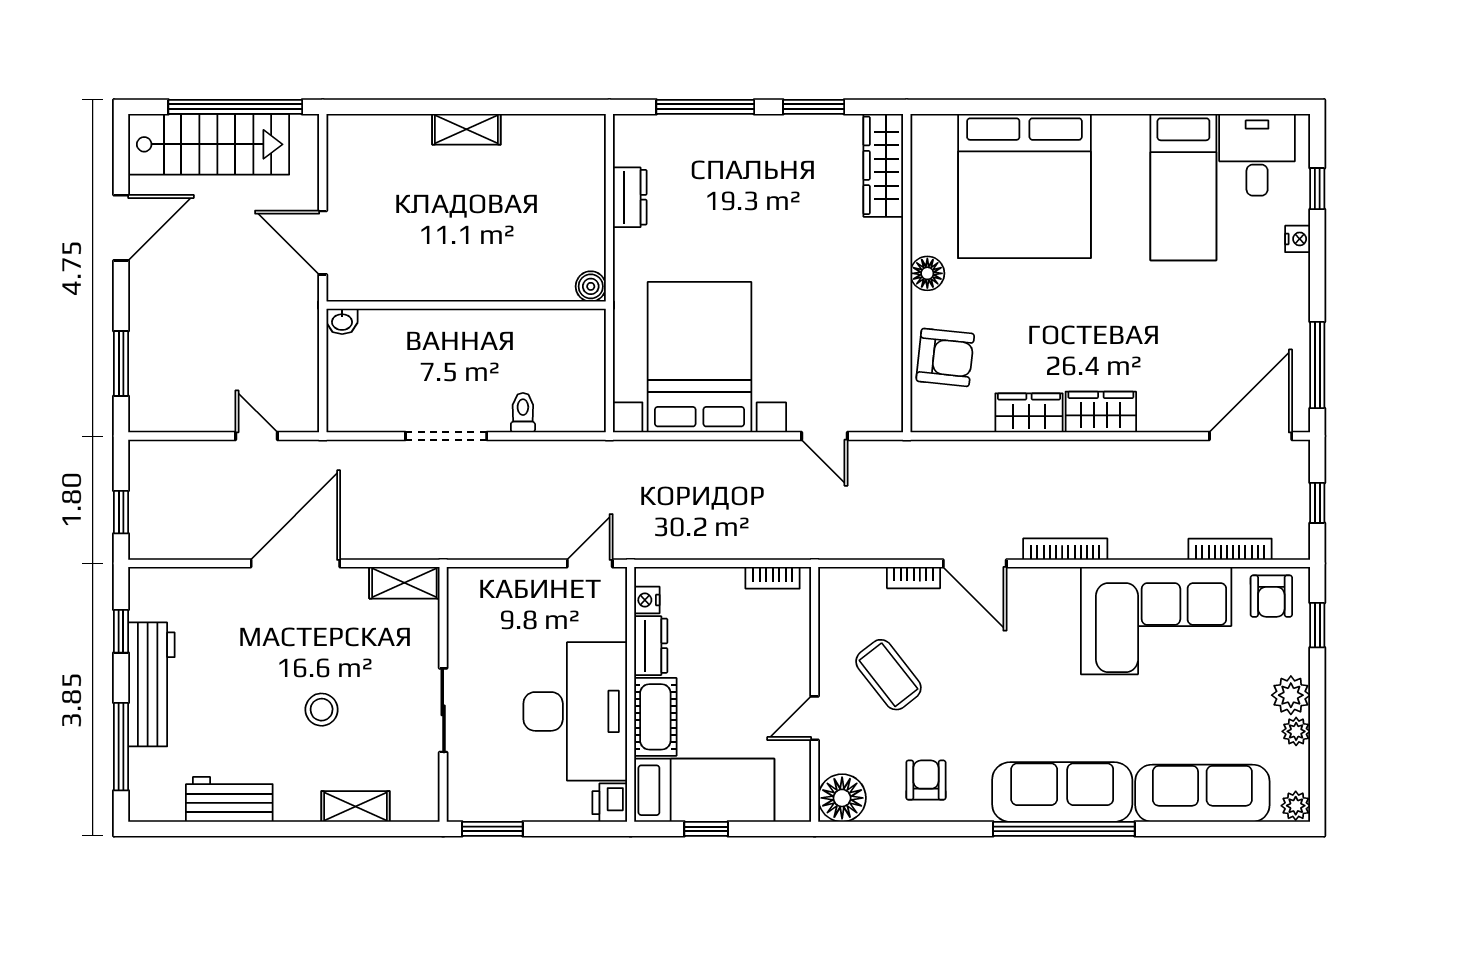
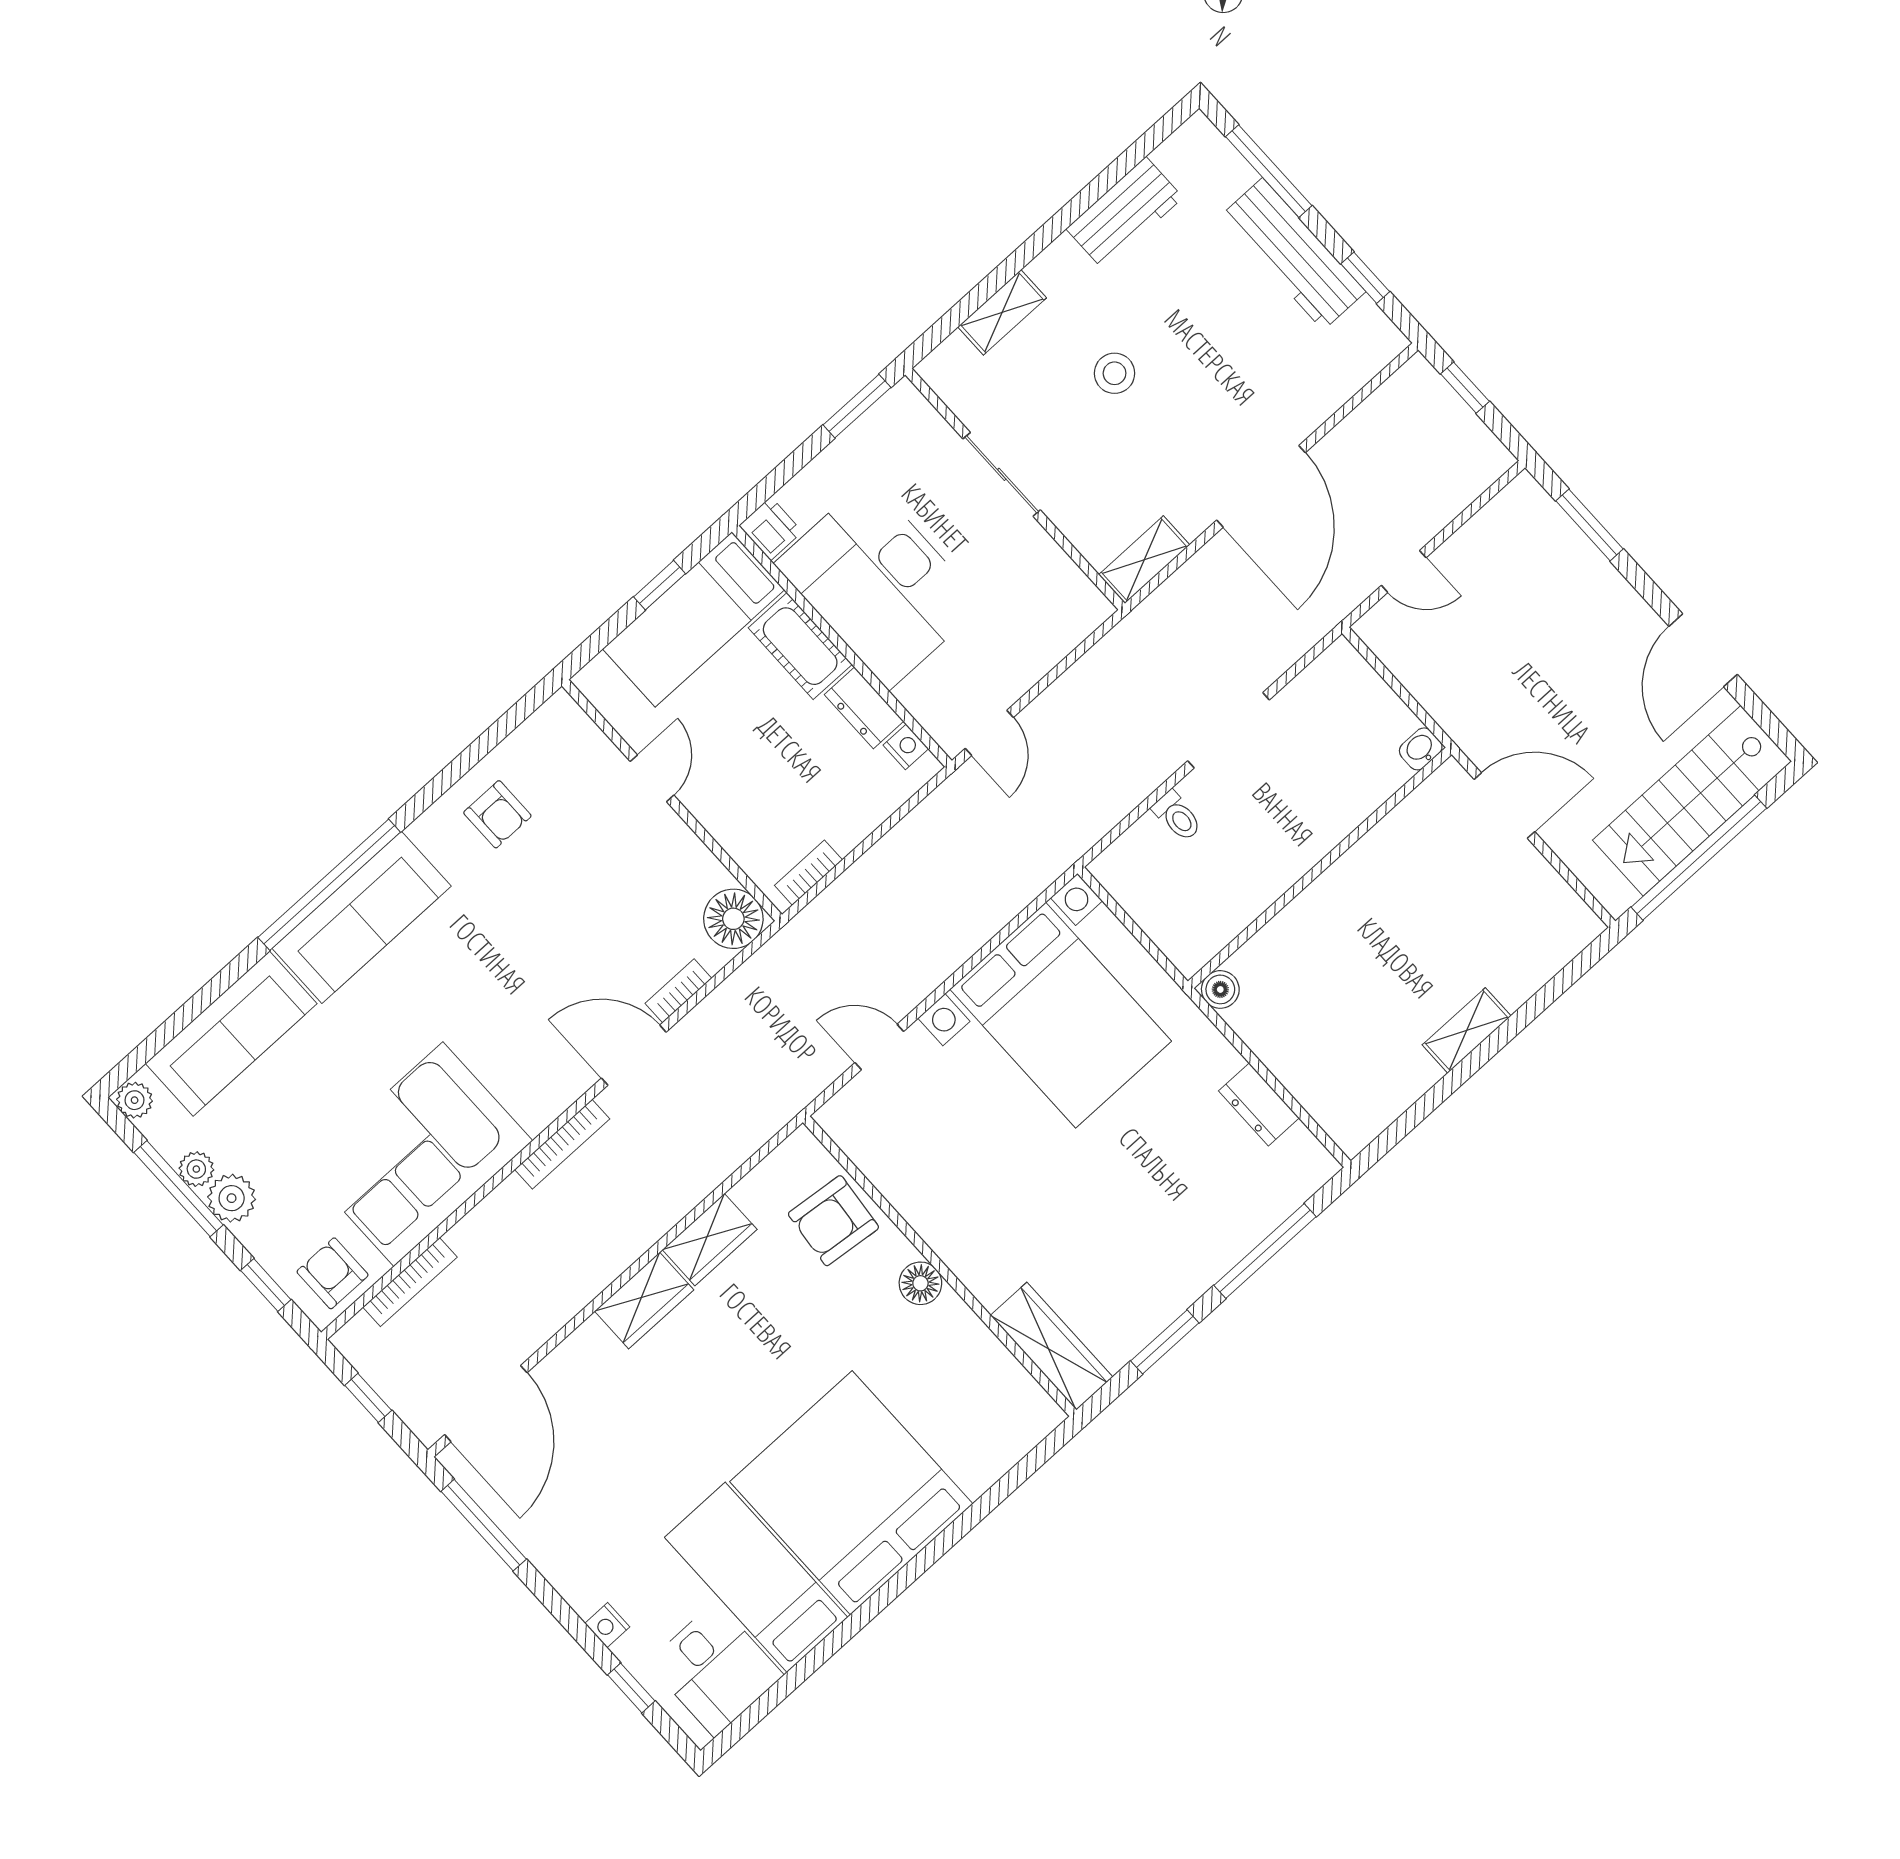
bed: (1024, 186) -> (851, 1493), moved
coffee table: (888, 675) -> (620, 880), removed
window: (1317, 729) -> (179, 1189), added
floor lamp: (842, 798) -> (733, 919), moved

